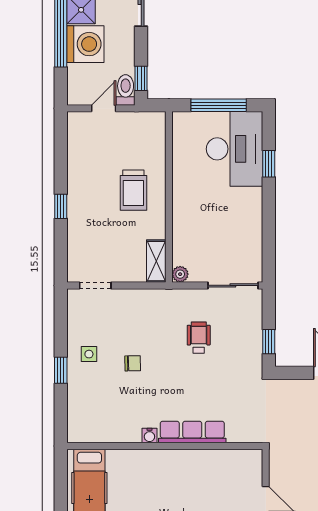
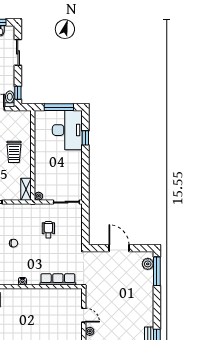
window: (269, 342) -> (85, 232), removed
row of seats: (192, 432) -> (58, 279), moved

